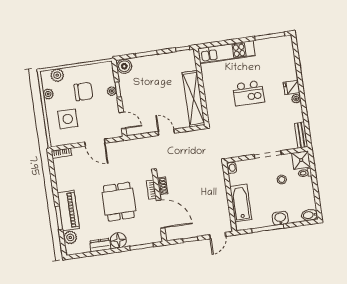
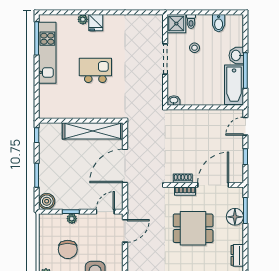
kitchen unit: (226, 52) -> (47, 53), moved
chair: (84, 92) -> (68, 249), turned 180
kitchen island: (248, 93) -> (95, 70), turned -90
plant: (296, 99) -> (83, 19), moved
door: (166, 132) -> (125, 166), width x1.87
bench: (301, 135) -> (149, 20), removed
door: (95, 143) -> (125, 231), moved
bathtub: (241, 203) -> (234, 85), moved, turned -90
bidet: (310, 215) -> (219, 23), moved
door: (218, 236) -> (245, 126), swing flipped
floor lamp: (118, 240) -> (235, 217), moved

